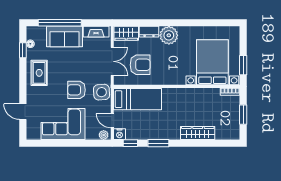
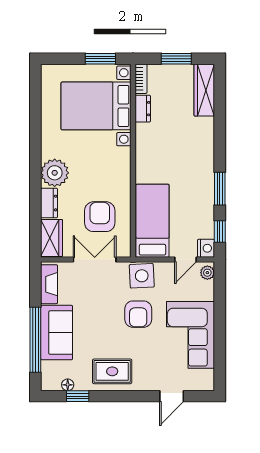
dresser: (211, 93) -> (143, 109), added
wardrobe: (198, 133) -> (204, 90), moved

